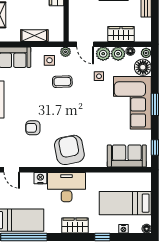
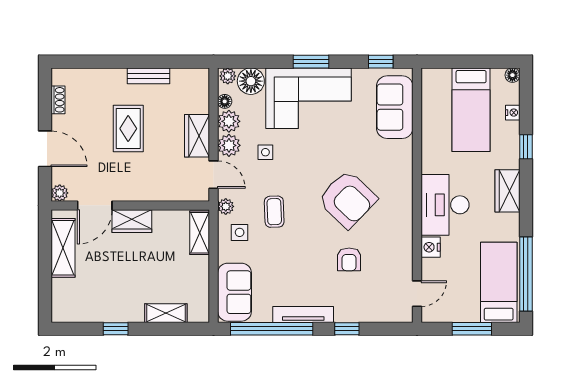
wardrobe: (121, 34) -> (197, 136), moved
shelving: (34, 36) -> (200, 233), moved
door: (85, 44) -> (214, 175), hinge flipped
armchair: (69, 150) -> (347, 199), moved, turned -125

